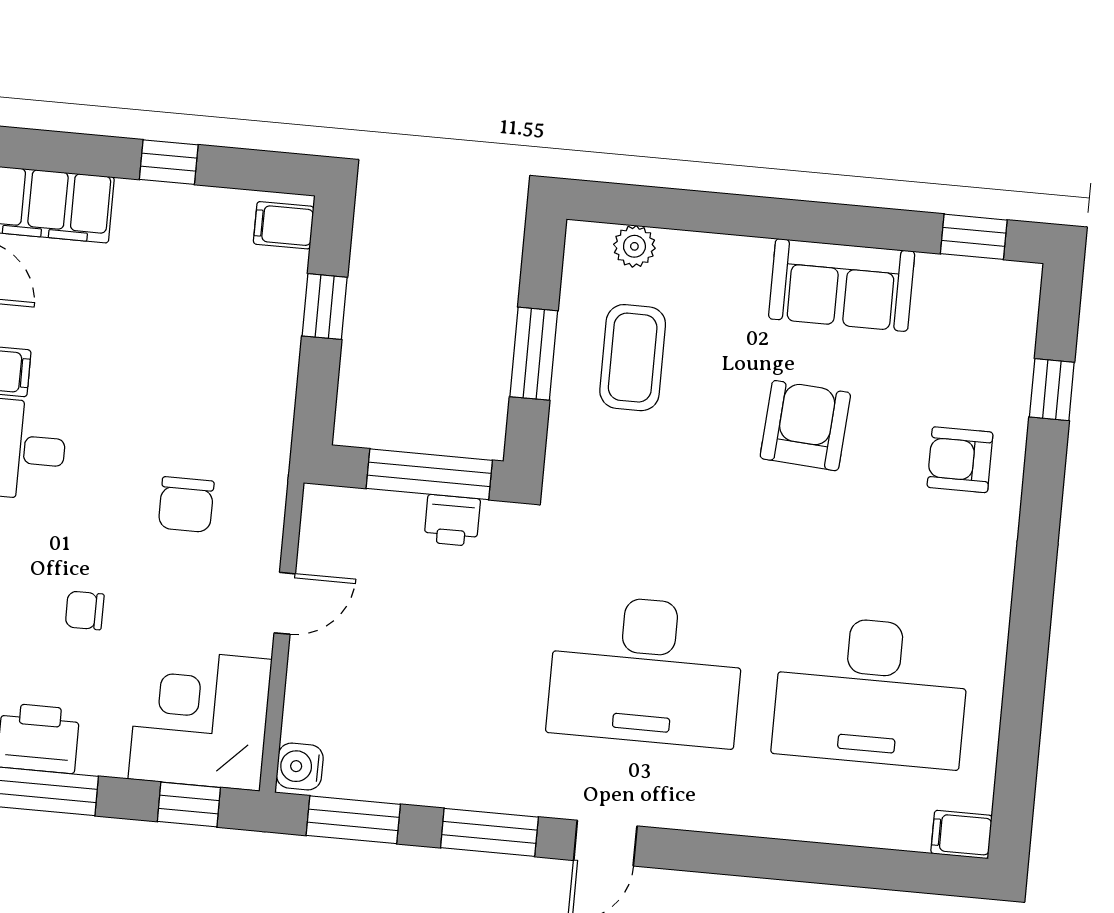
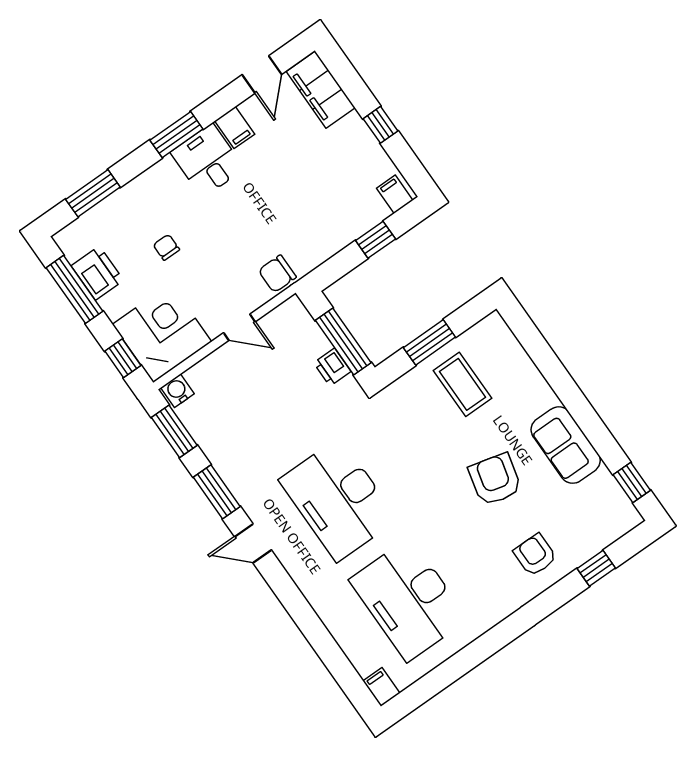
plant: (634, 246) -> (509, 346), removed
coffee table: (633, 358) -> (463, 384), turned 90
armchair: (805, 426) -> (495, 479), turned -80
chair: (186, 505) -> (277, 274), moved

